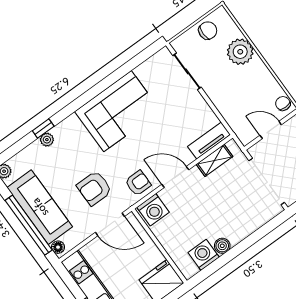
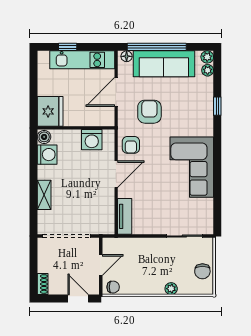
plant: (240, 52) -> (171, 289), width x0.53, depth x0.53
plant: (47, 140) -> (208, 70), moved
shelving: (215, 160) -> (44, 195), moved
washing machine: (153, 210) -> (92, 140), moved, turned -90
door: (110, 224) -> (116, 92), moved
boiler: (222, 246) -> (44, 137), moved

